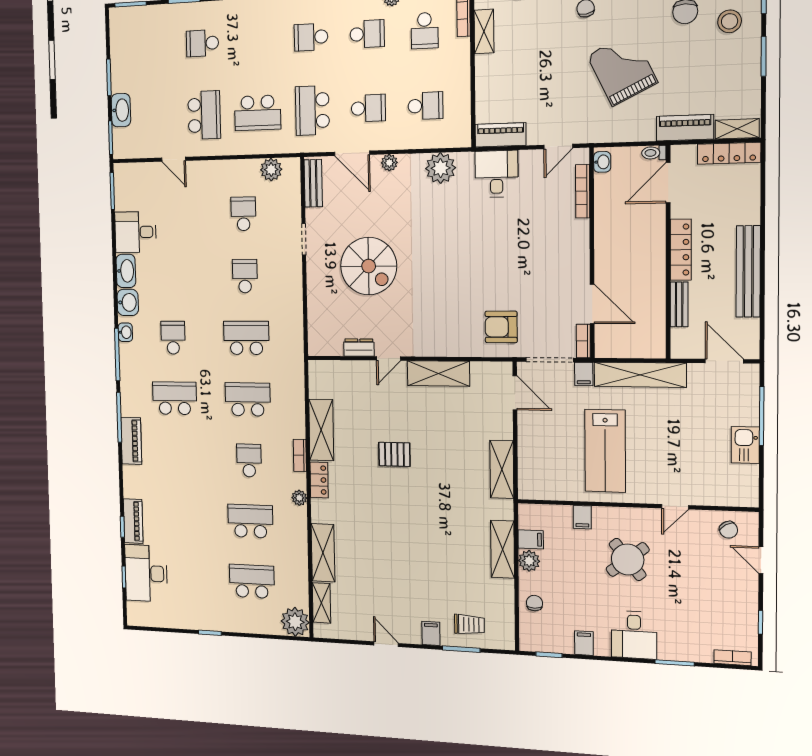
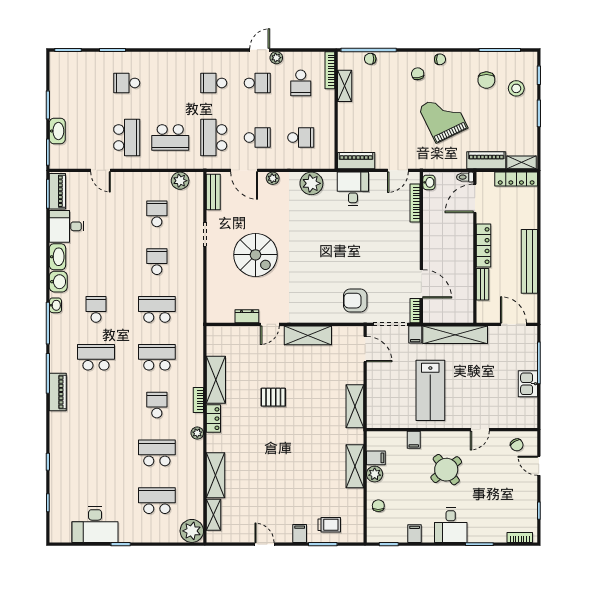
piano: (133, 521) -> (57, 191), moved
desk: (146, 573) -> (95, 525), moved, turned -90

